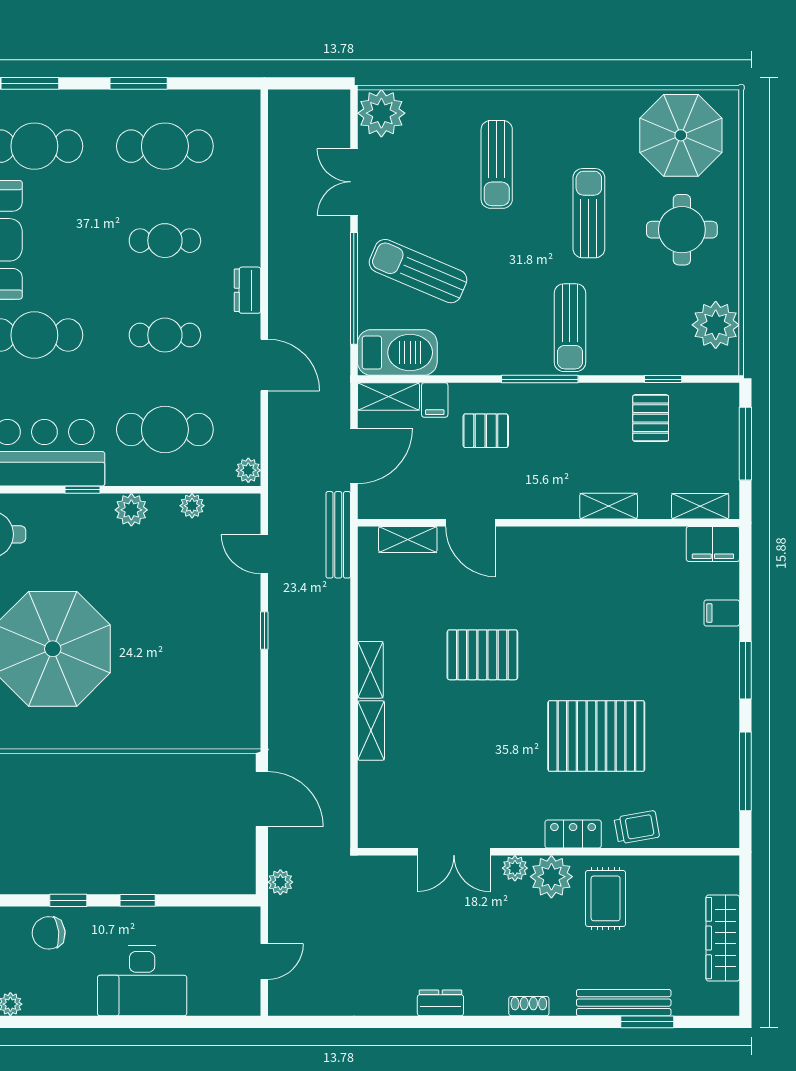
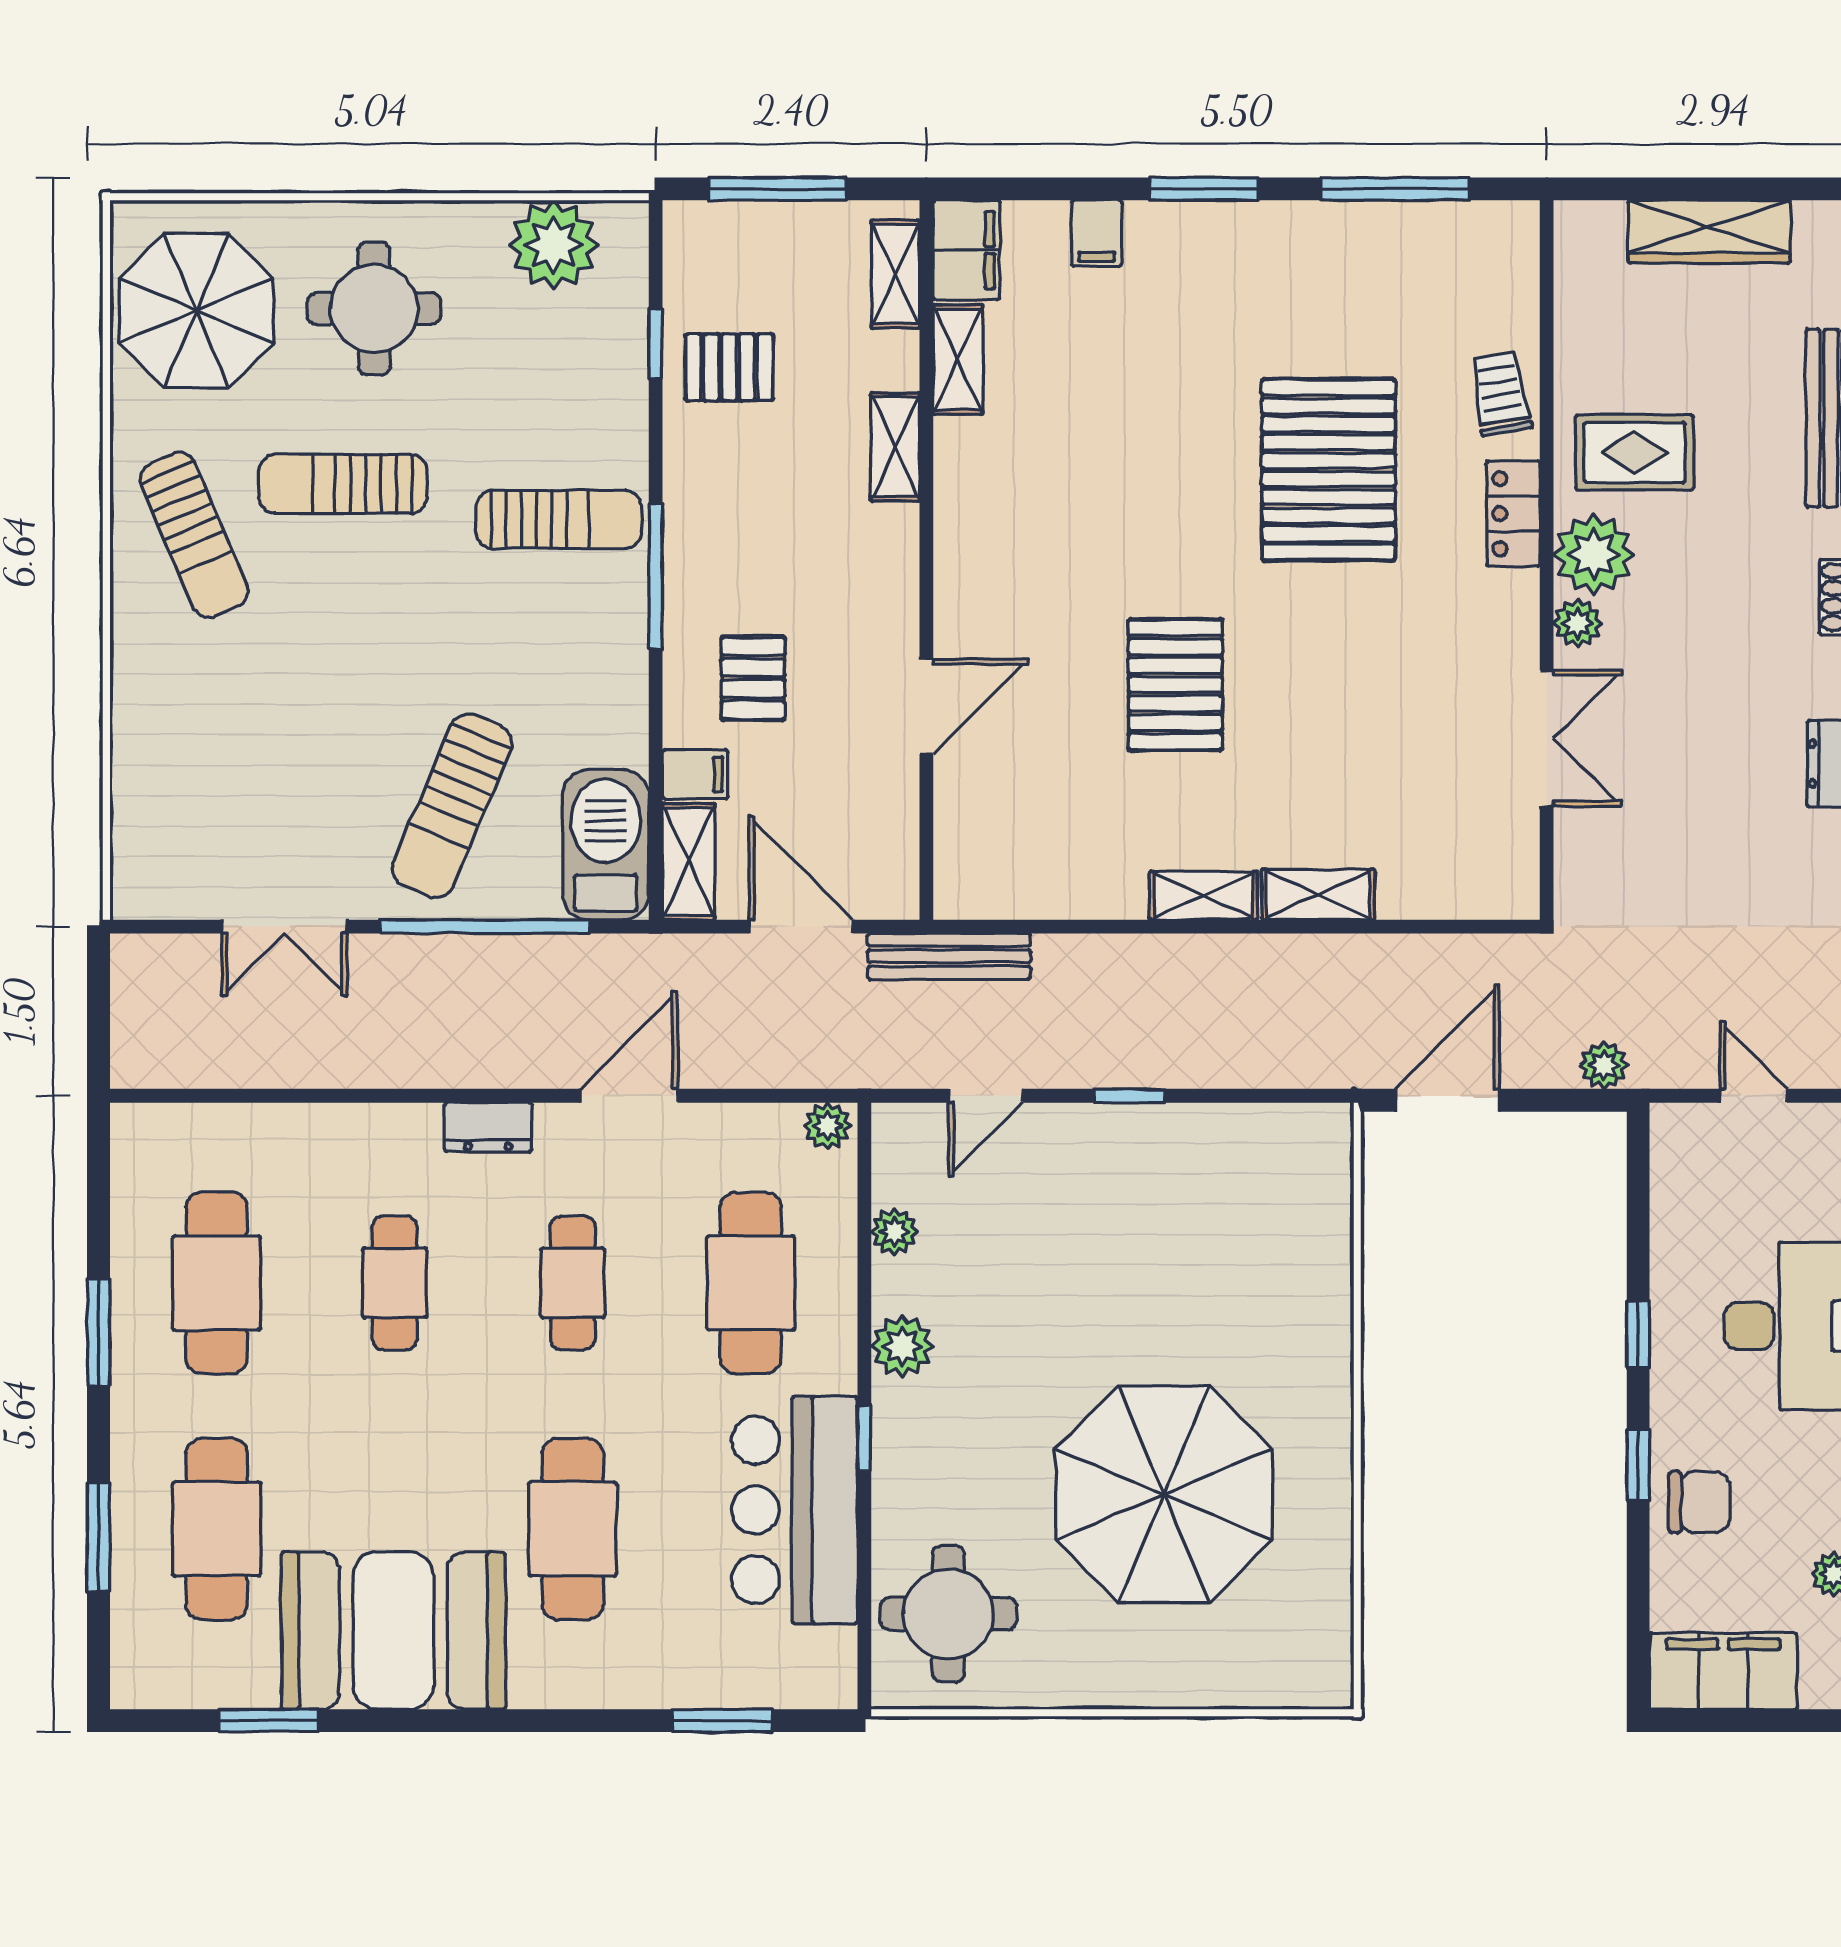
plant: (381, 113) -> (155, 875), removed
sun lounger: (497, 164) -> (194, 535), moved, turned 67
shelving: (408, 539) -> (958, 359), moved
chair: (49, 933) -> (1700, 1502), turned -84

